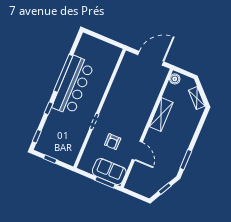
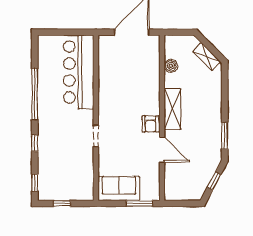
boiler: (175, 79) -> (171, 66), moved
bar counter: (73, 86) -> (79, 72), moved, turned 180
shelving: (161, 115) -> (172, 109), moved
armchair: (113, 142) -> (150, 124), moved
sofa: (109, 172) -> (119, 188), moved

